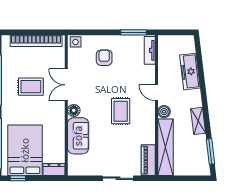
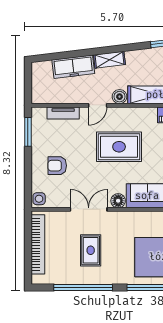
tv unit: (150, 50) -> (63, 113), moved
double door: (66, 85) -> (89, 209), swing flipped
rug: (121, 111) -> (119, 147), width x1.36, depth x1.43
shelving: (198, 121) -> (109, 60), moved

